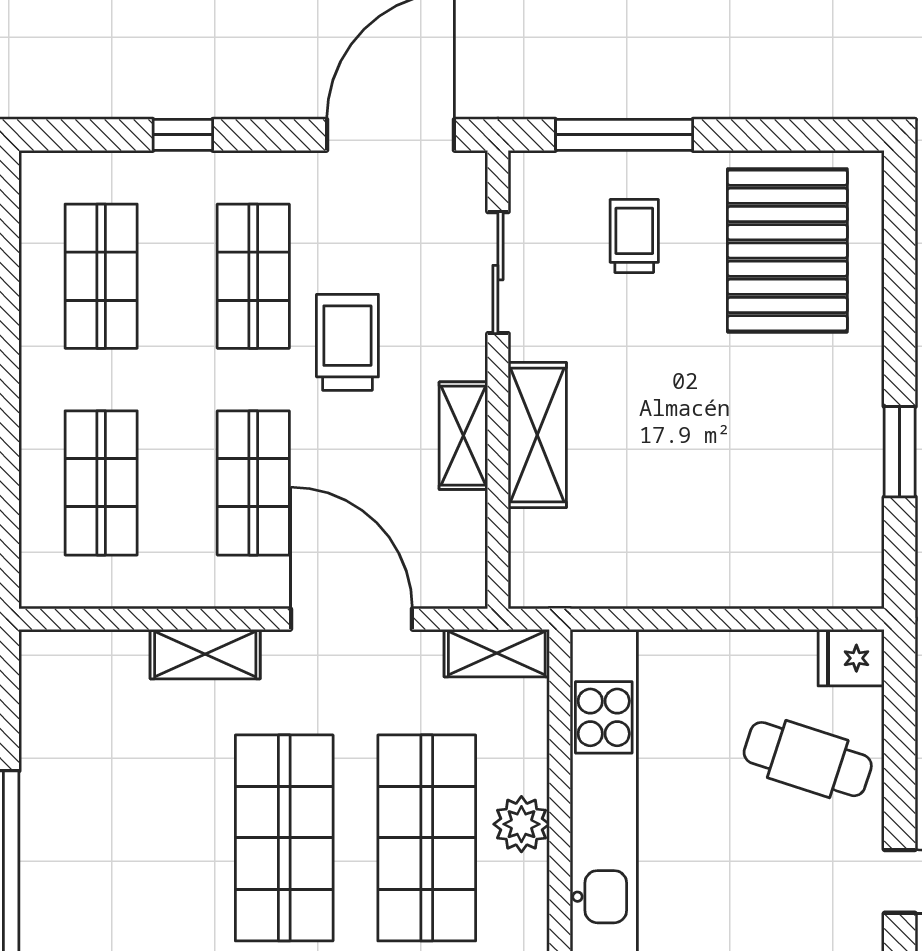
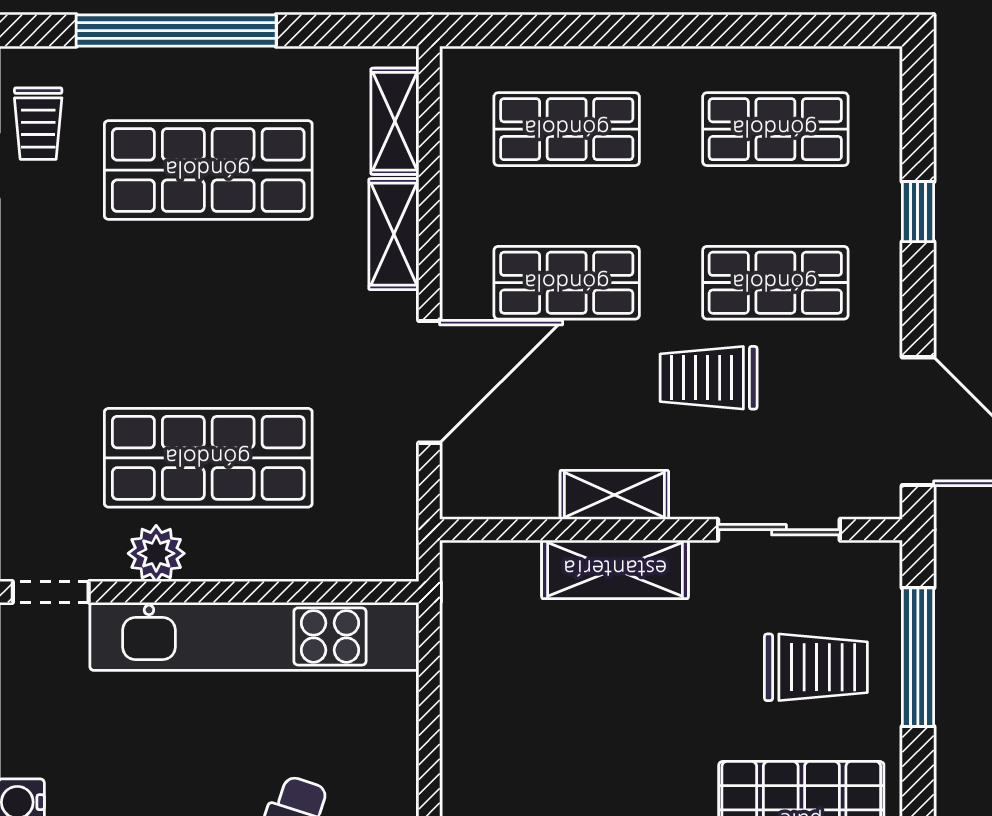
trolley: (634, 236) -> (816, 667), width x1.36, depth x1.39
trolley: (347, 342) -> (709, 378), turned 180
shelving: (497, 653) -> (395, 121), moved
plant: (521, 824) -> (156, 553), moved
shop shelf: (284, 838) -> (208, 170), moved

